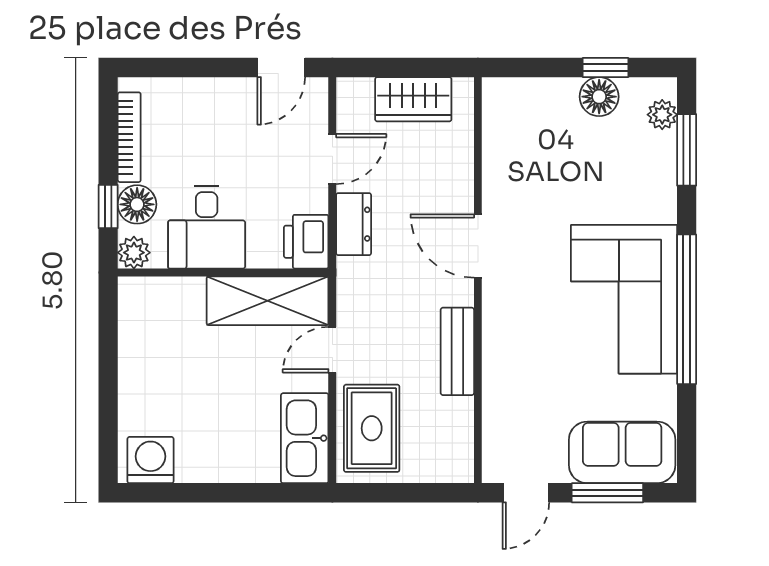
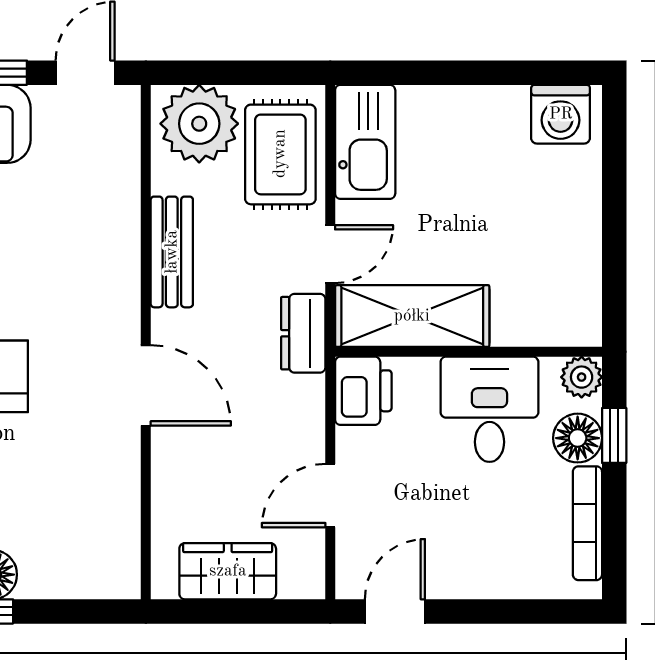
dresser: (354, 224) -> (303, 333), moved
plant: (436, 453) -> (199, 124), added

